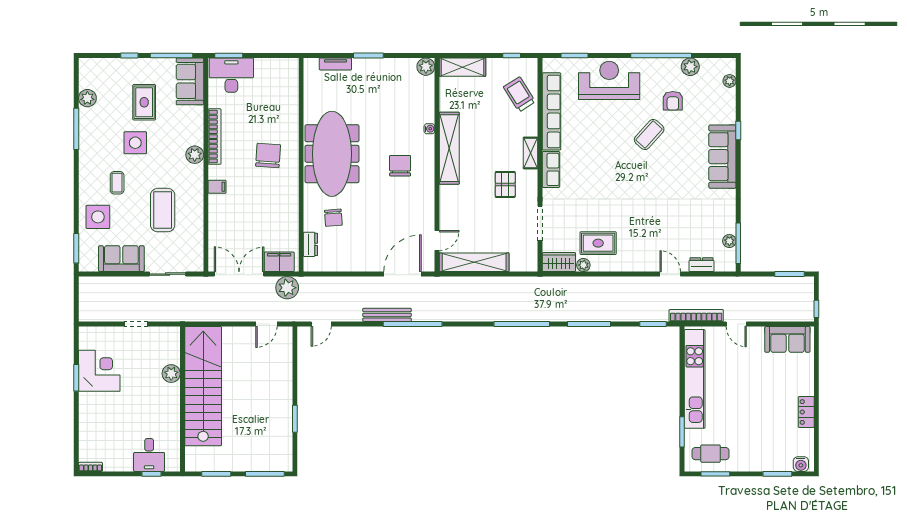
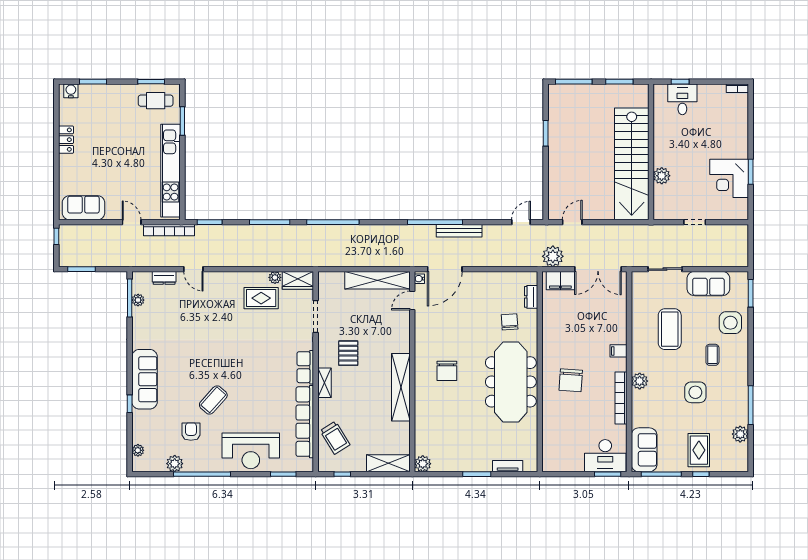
rug: (144, 102) -> (699, 450), moved
water cooler: (429, 129) -> (419, 279), moved

